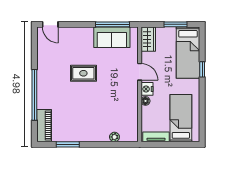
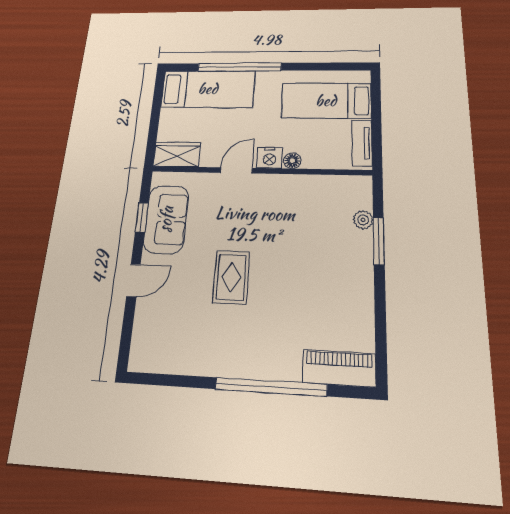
door: (50, 24) -> (134, 280), moved
window: (112, 24) -> (142, 217), width x0.46
window: (175, 24) -> (156, 109), removed
window: (202, 69) -> (239, 67), width x3.17
window: (68, 144) -> (379, 241), moved

